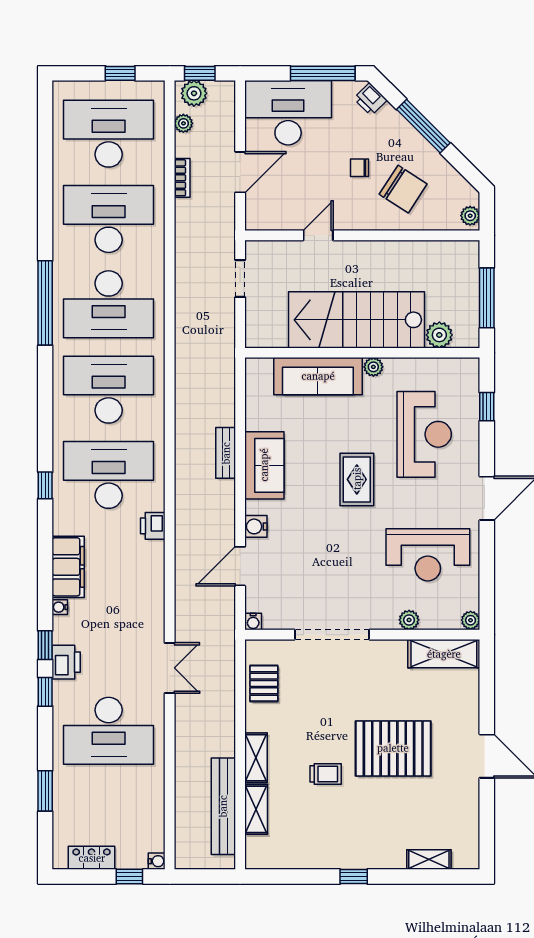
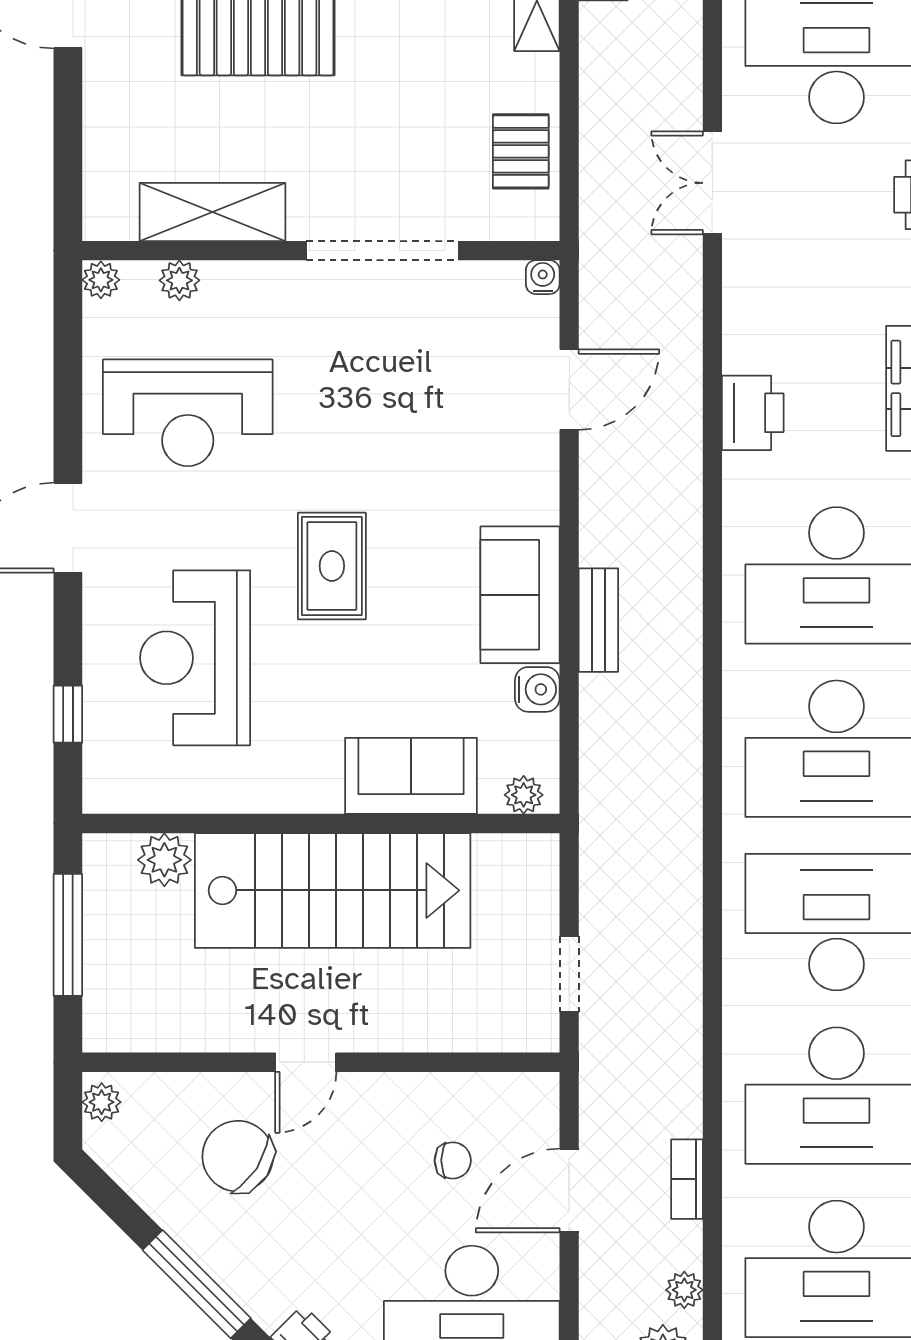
chair: (359, 168) -> (453, 1160), moved
door: (318, 235) -> (306, 1062), moved
plant: (373, 367) -> (524, 795), moved
sofa: (318, 376) -> (411, 776), width x0.73
printer: (153, 526) -> (753, 413), moved, width x1.36, depth x1.24
water cooler: (256, 526) -> (537, 689), moved
reception desk: (428, 555) -> (188, 413), turned 180
plant: (409, 620) -> (179, 280), moved
shelving: (444, 654) -> (212, 212), moved

